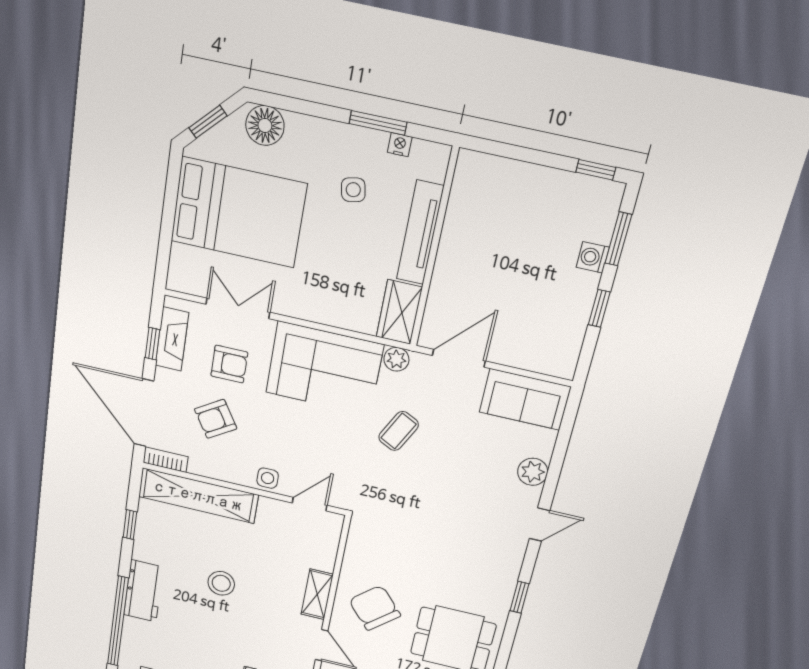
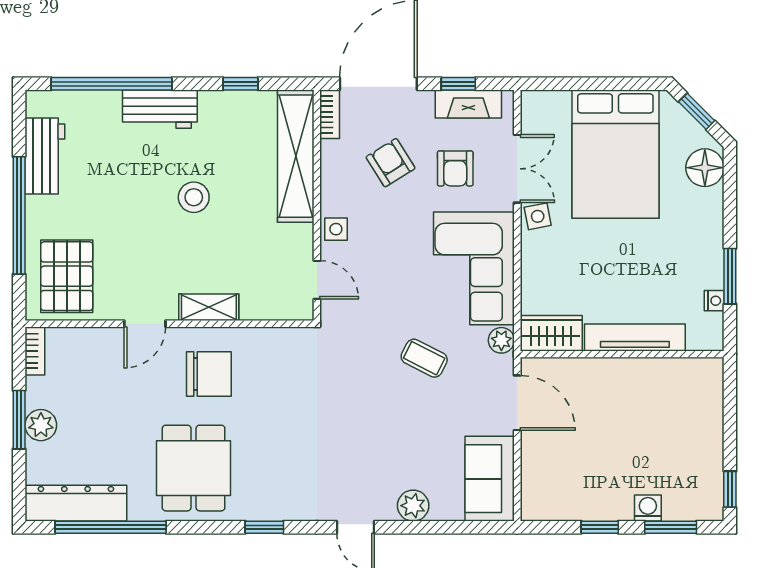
side table: (353, 190) -> (538, 216), moved
chair: (375, 608) -> (209, 374), turned 41

